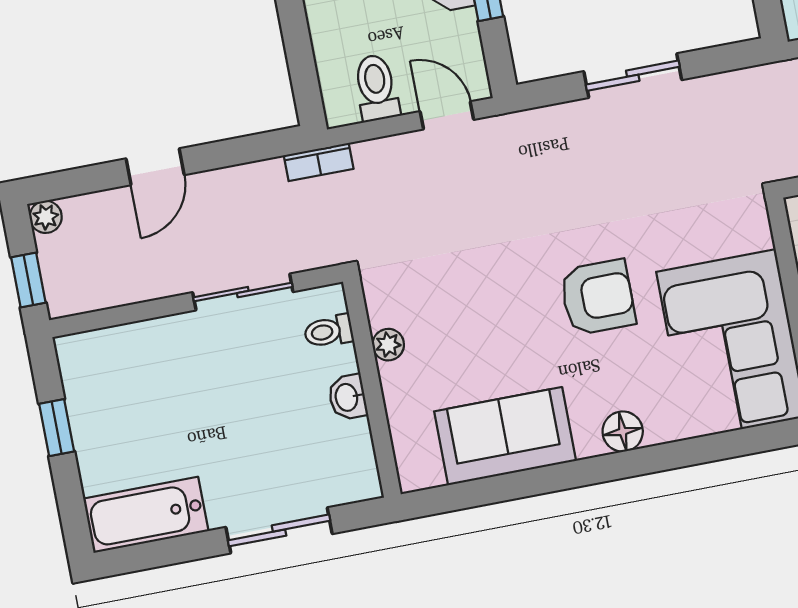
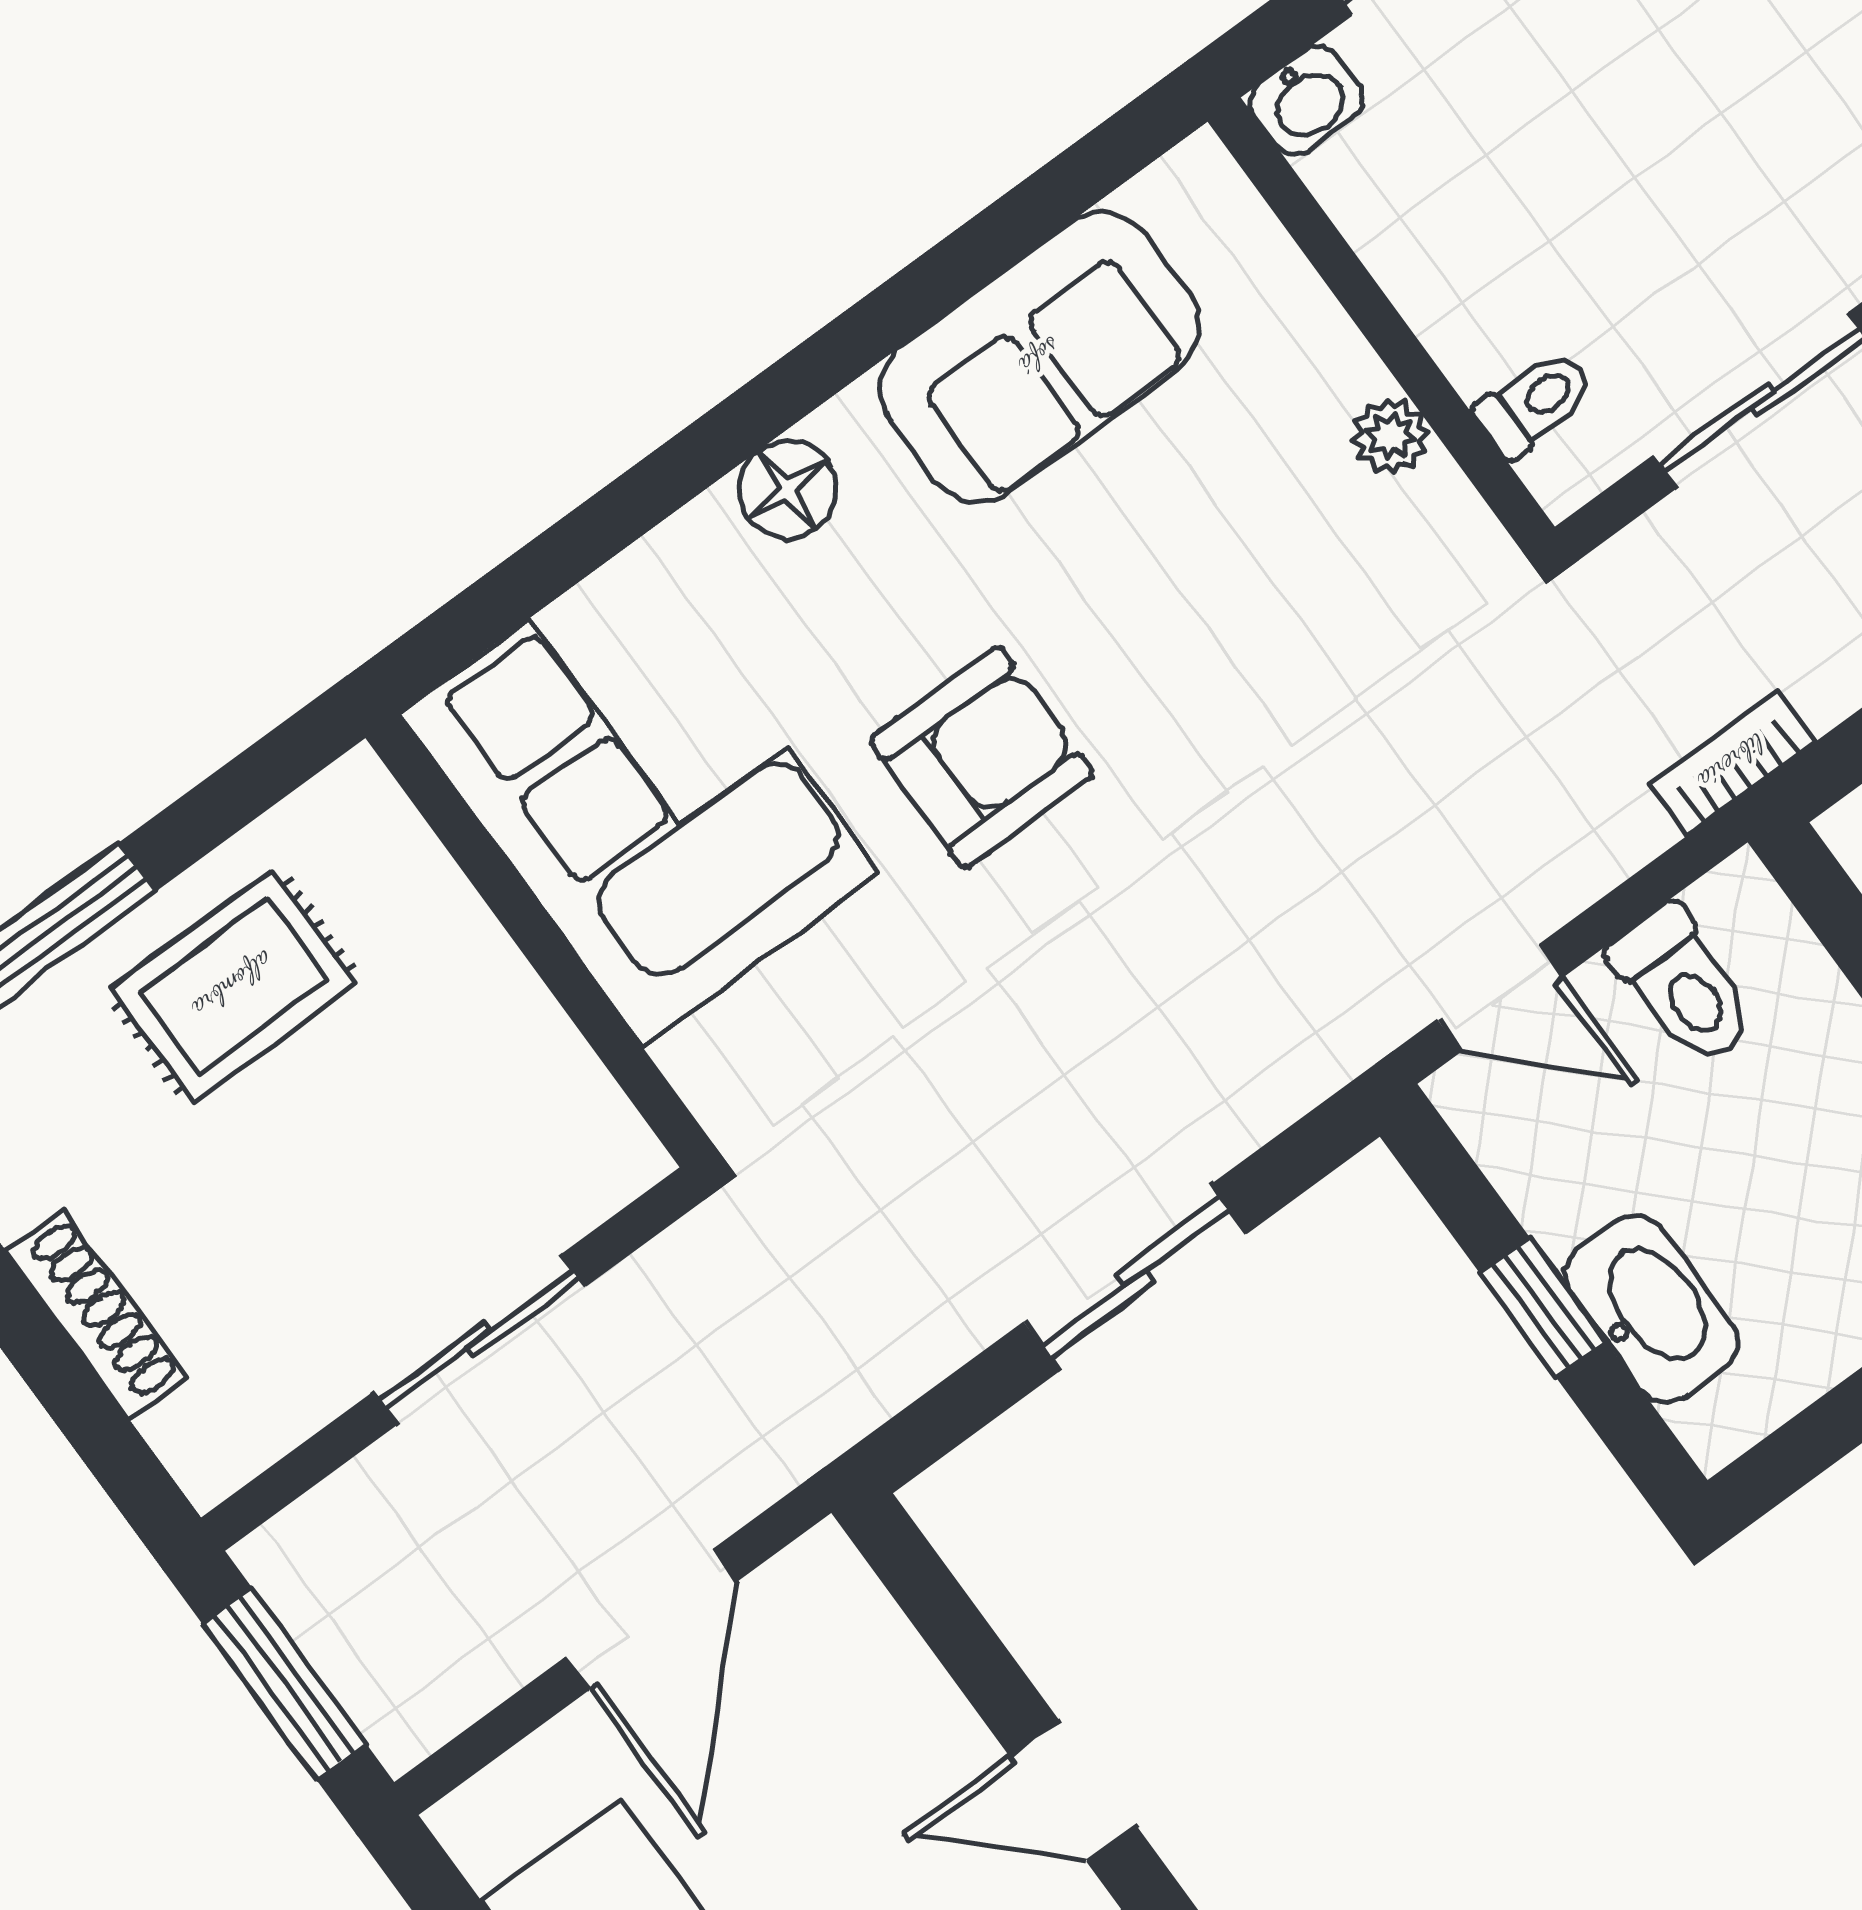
armchair: (598, 297) -> (982, 757), turned 180
washbasin: (347, 397) -> (1307, 101), moved, turned 90

